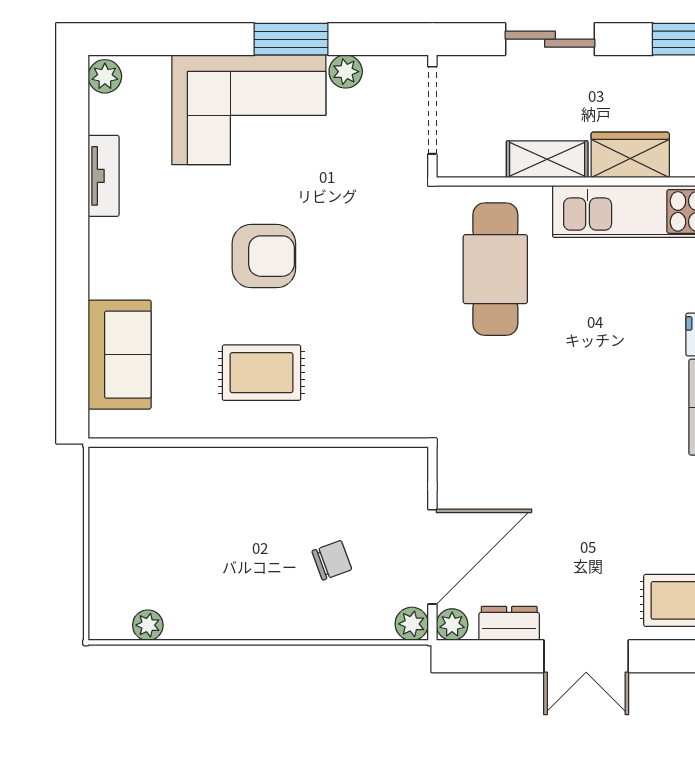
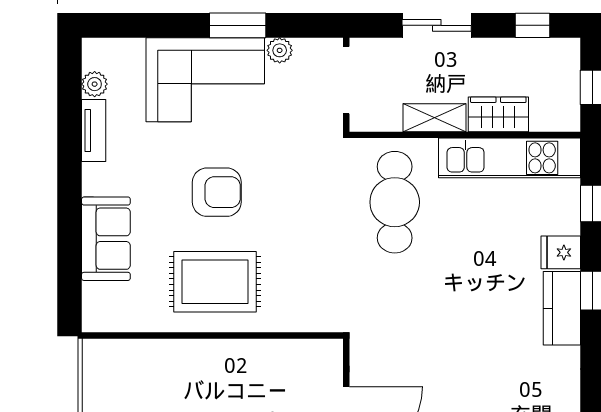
plant: (105, 76) -> (95, 84), moved
sofa: (120, 355) -> (106, 239), moved
rug: (262, 373) -> (215, 282), width x1.36, depth x1.43

